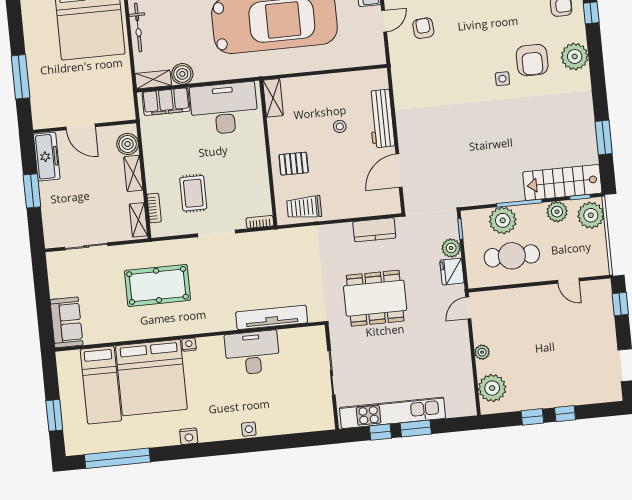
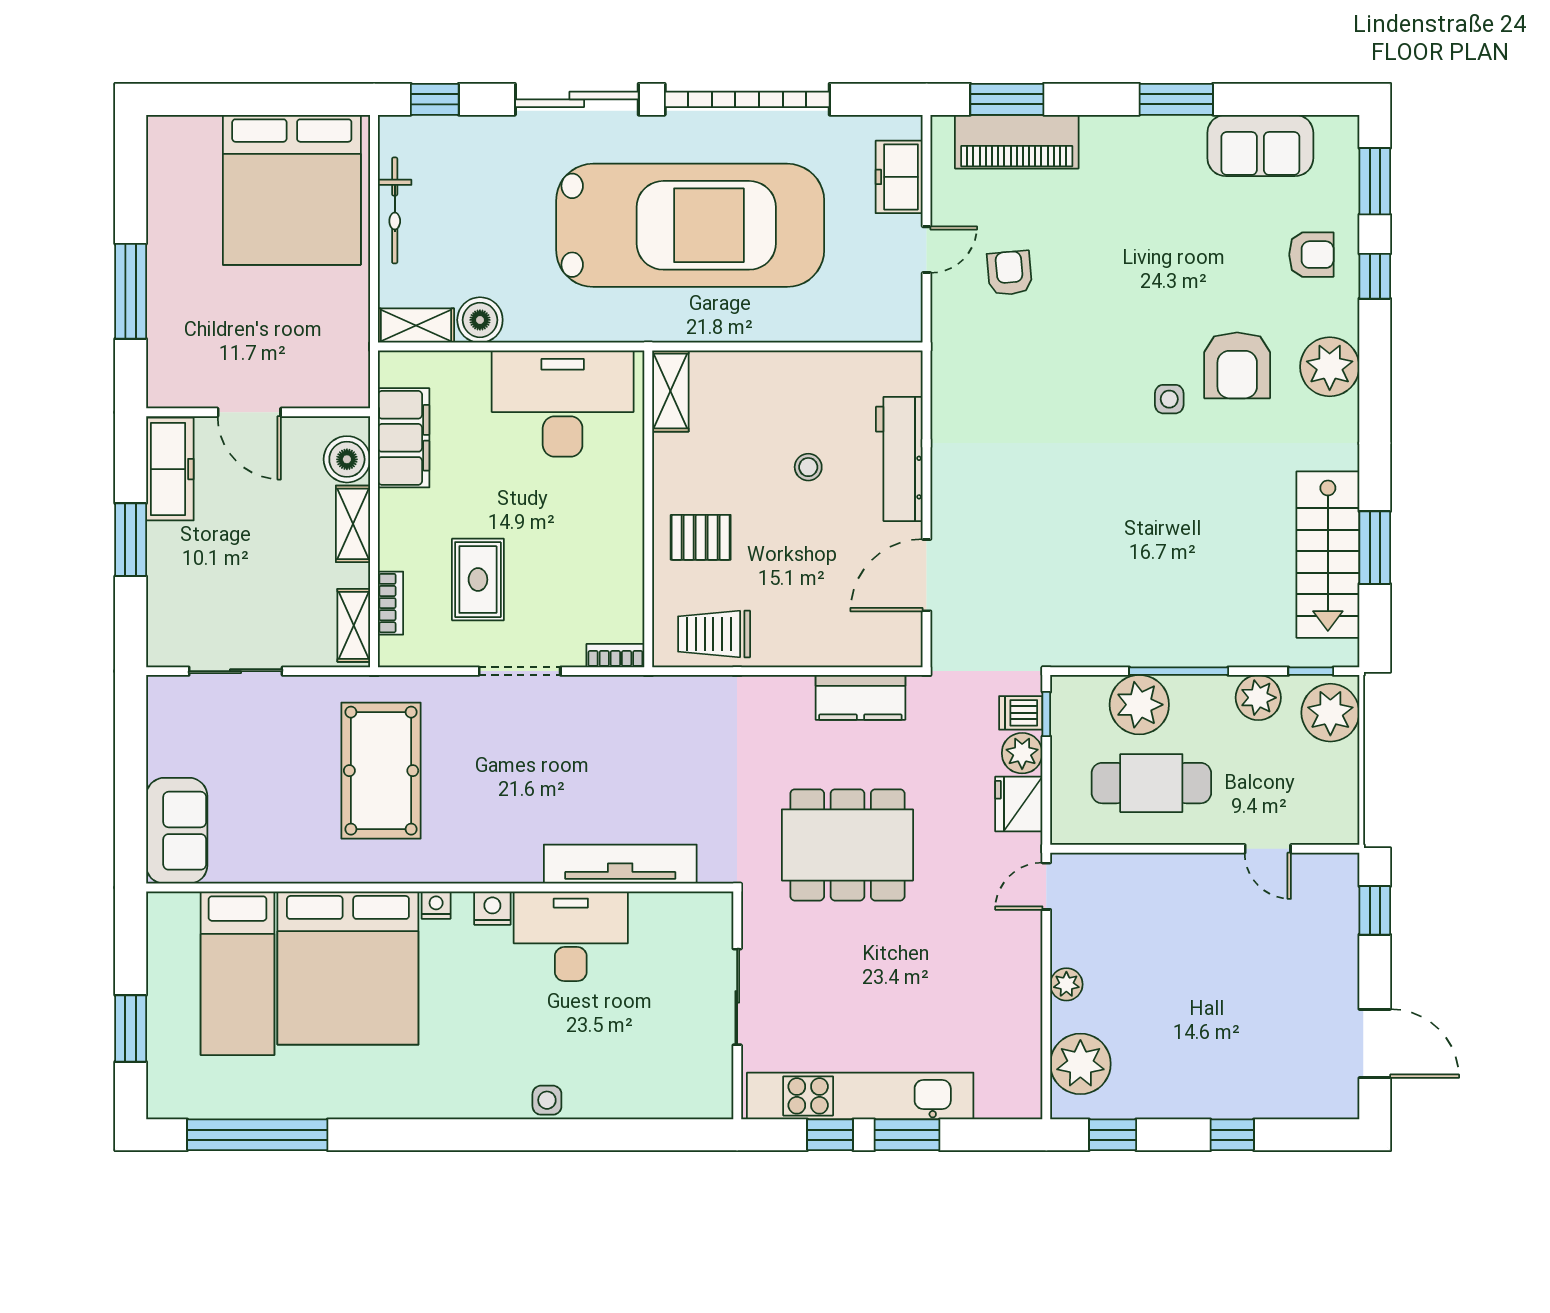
filing cabinet: (166, 102) -> (404, 438), moved, turned -90
stairs: (562, 183) -> (1328, 555), moved, turned -90
dishwasher: (449, 230) -> (1021, 713), added
pool table: (158, 285) -> (381, 771), turned 90
window: (532, 417) -> (1113, 1135), moved
nightstand: (189, 436) -> (492, 908), moved, turned 180

